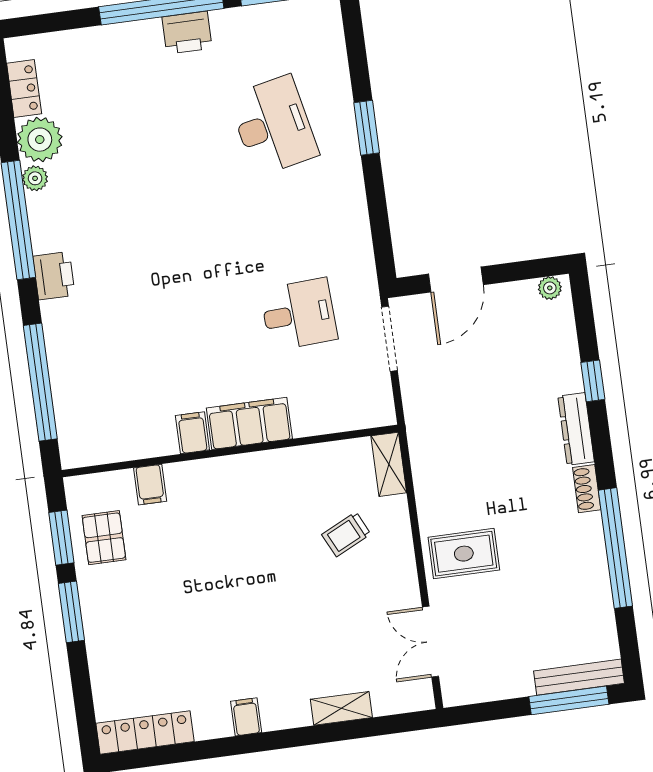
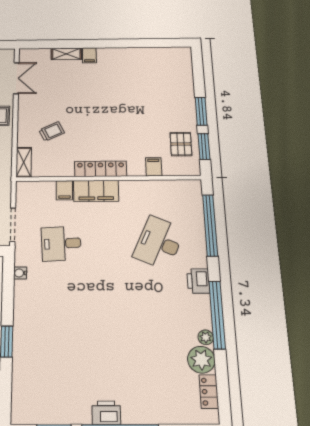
desk: (273, 126) -> (159, 243), moved, turned 36
water cooler: (363, 251) -> (20, 273), added
filing cabinet: (192, 433) -> (64, 190), moved
filing cabinet: (246, 717) -> (89, 55), moved
locker: (145, 732) -> (101, 169), moved, turned 180

